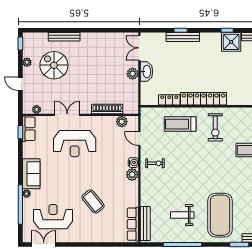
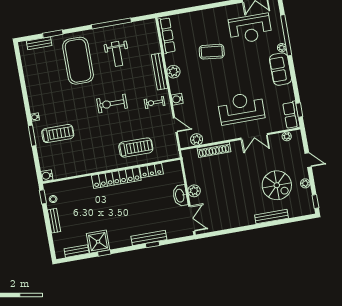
exercise bike: (215, 127) -> (112, 104), moved, turned -90
plant: (132, 175) -> (173, 72), moved
coffee table: (93, 201) -> (212, 52), turned -45
weight bench: (182, 215) -> (117, 54), turned 90
bench: (145, 223) -> (160, 71), moved

